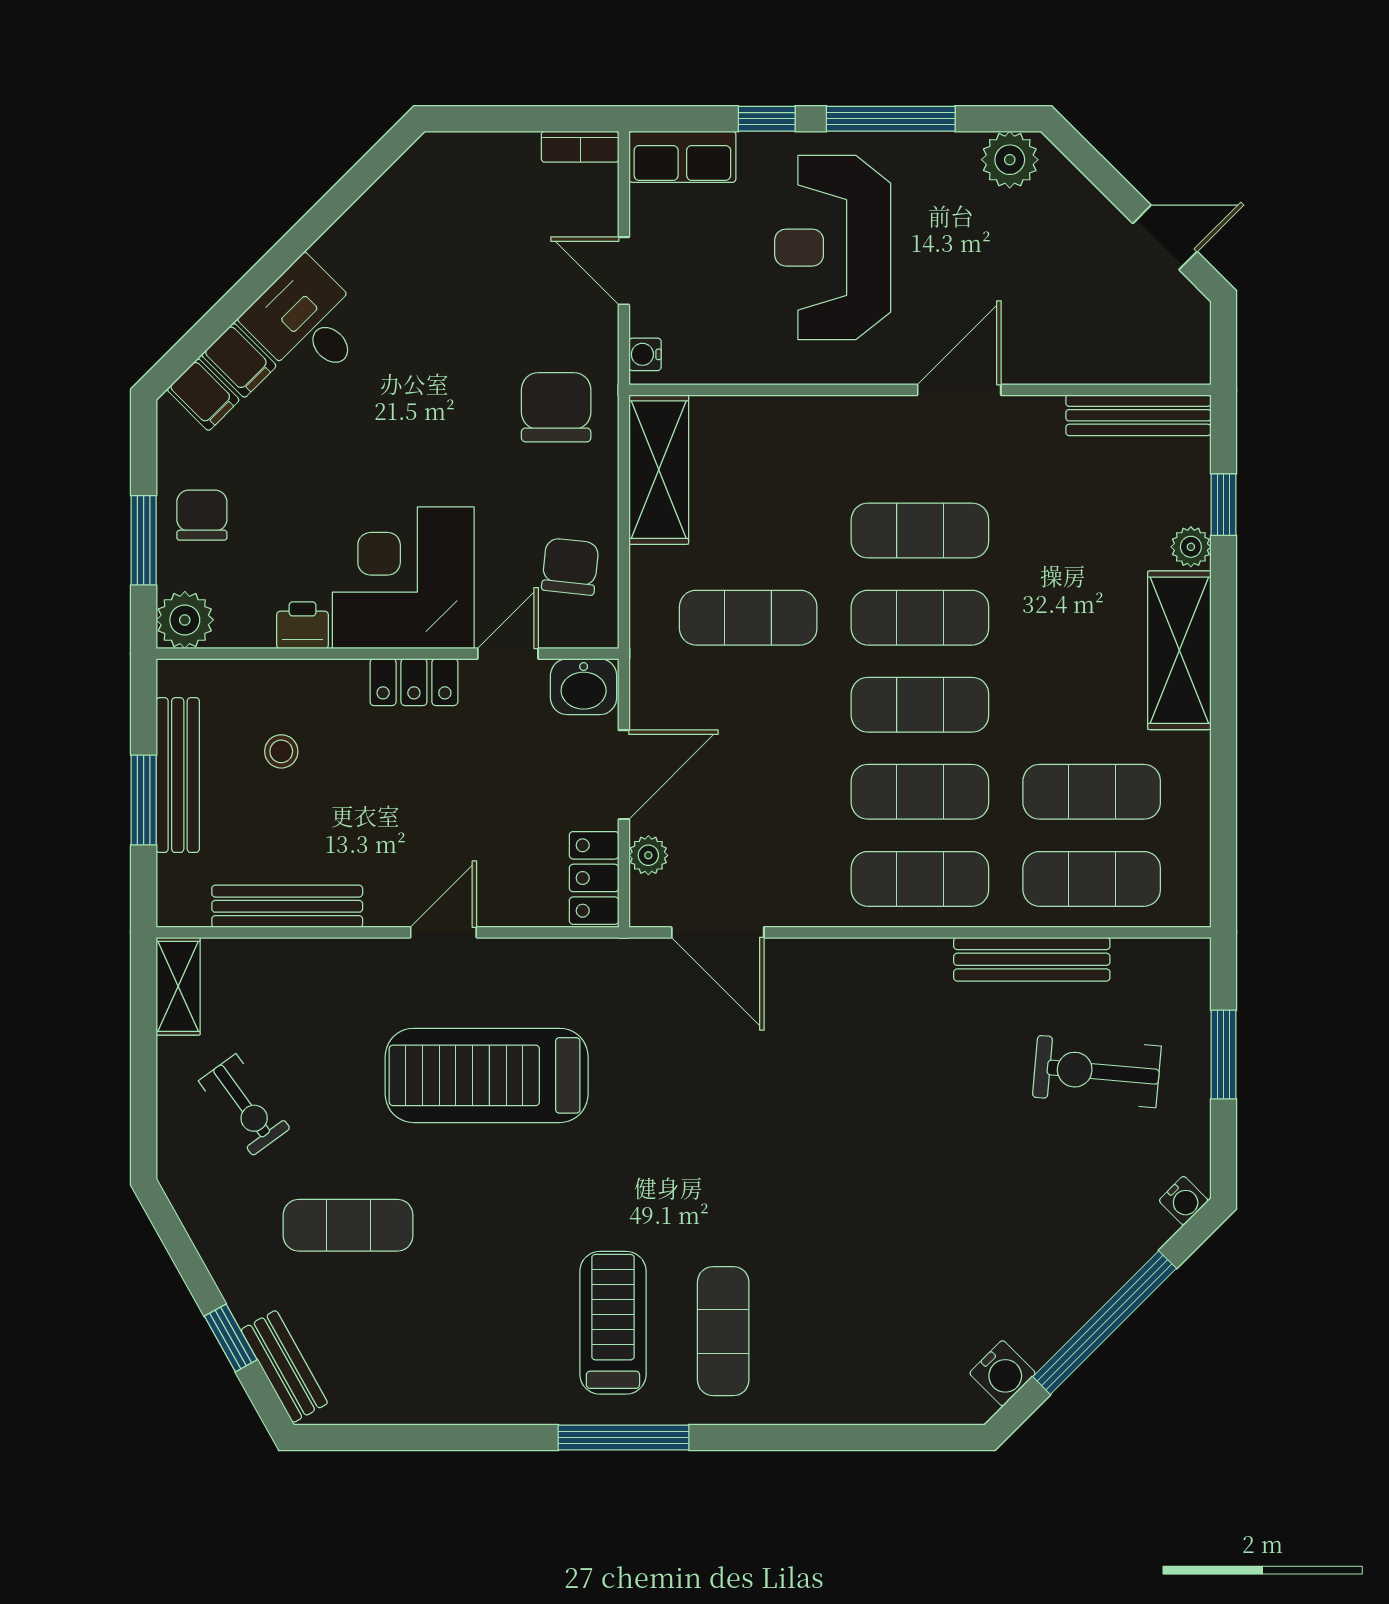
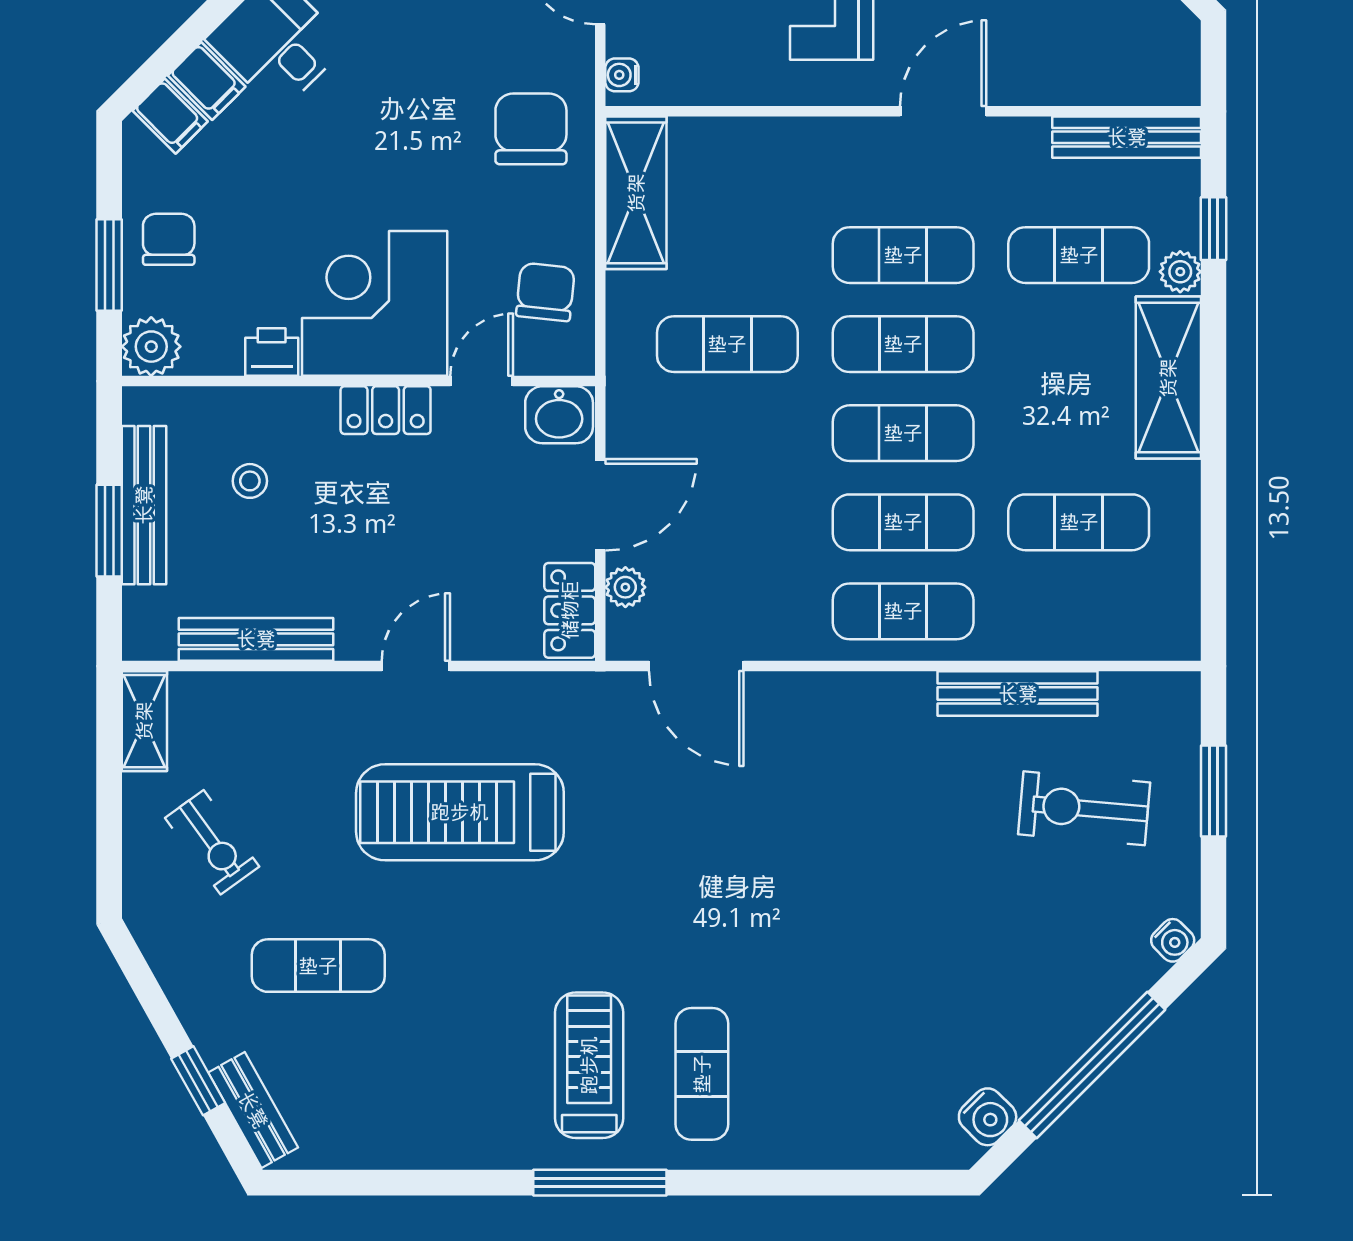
exercise mat: (1092, 879) -> (1079, 255), moved

